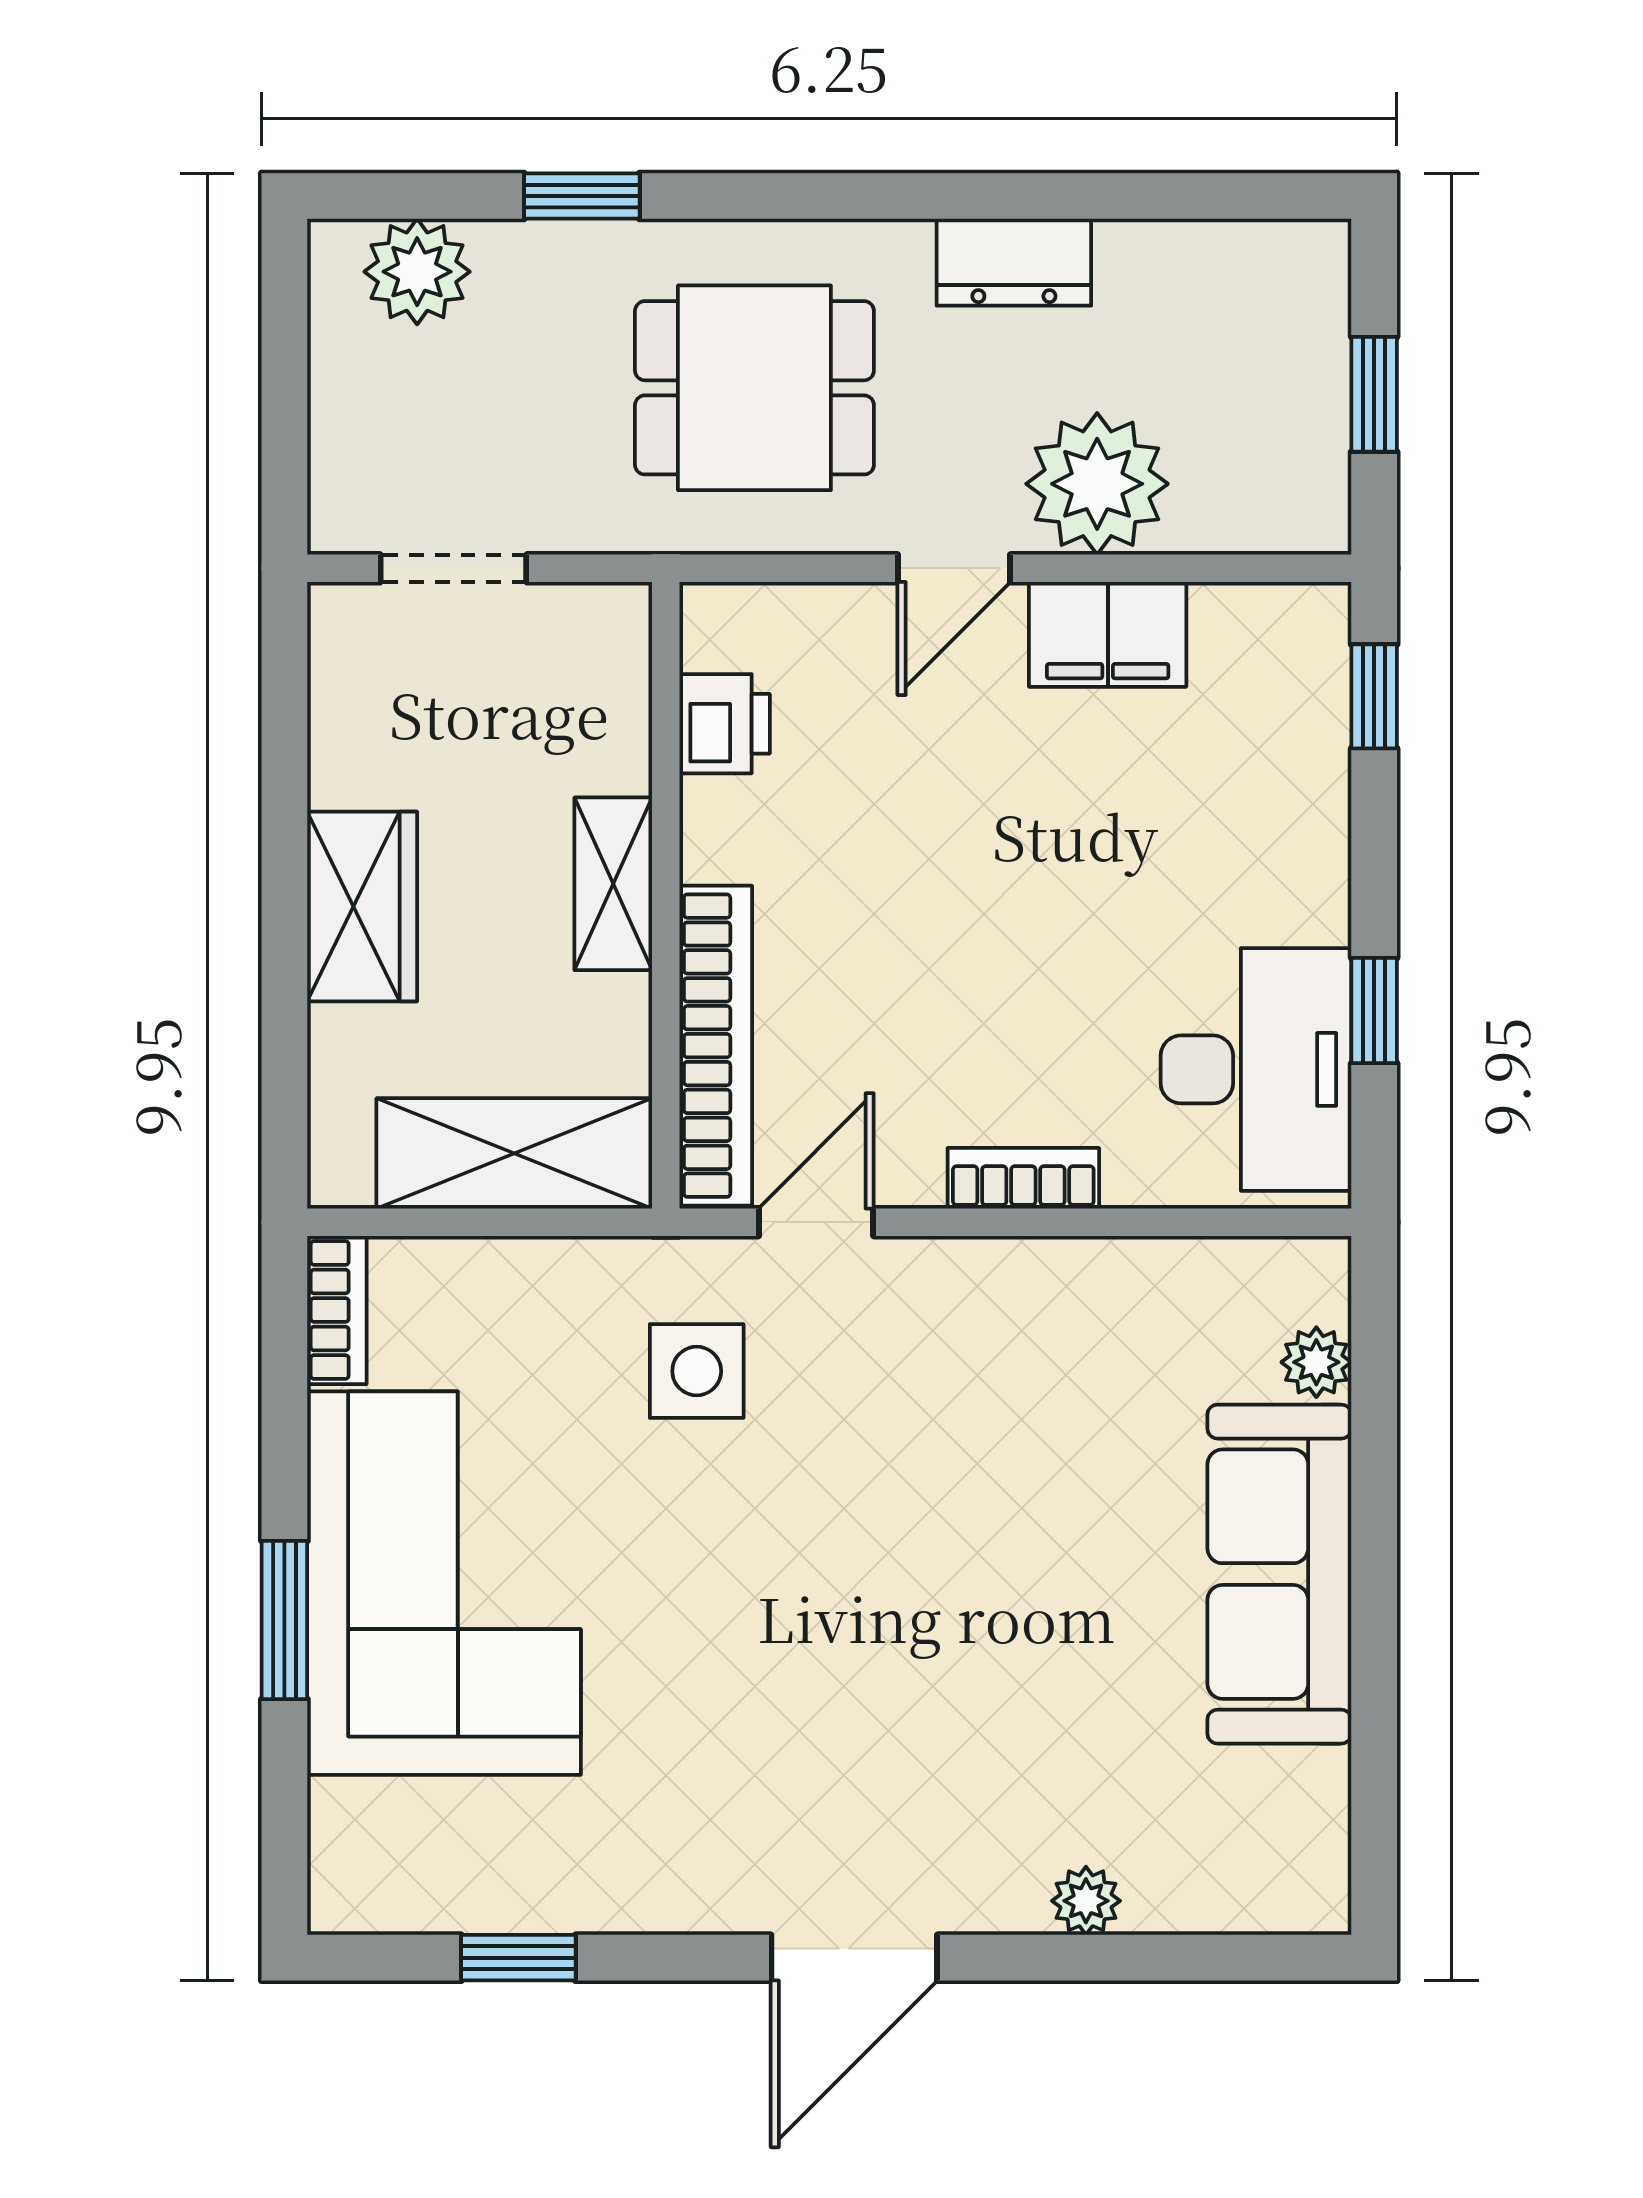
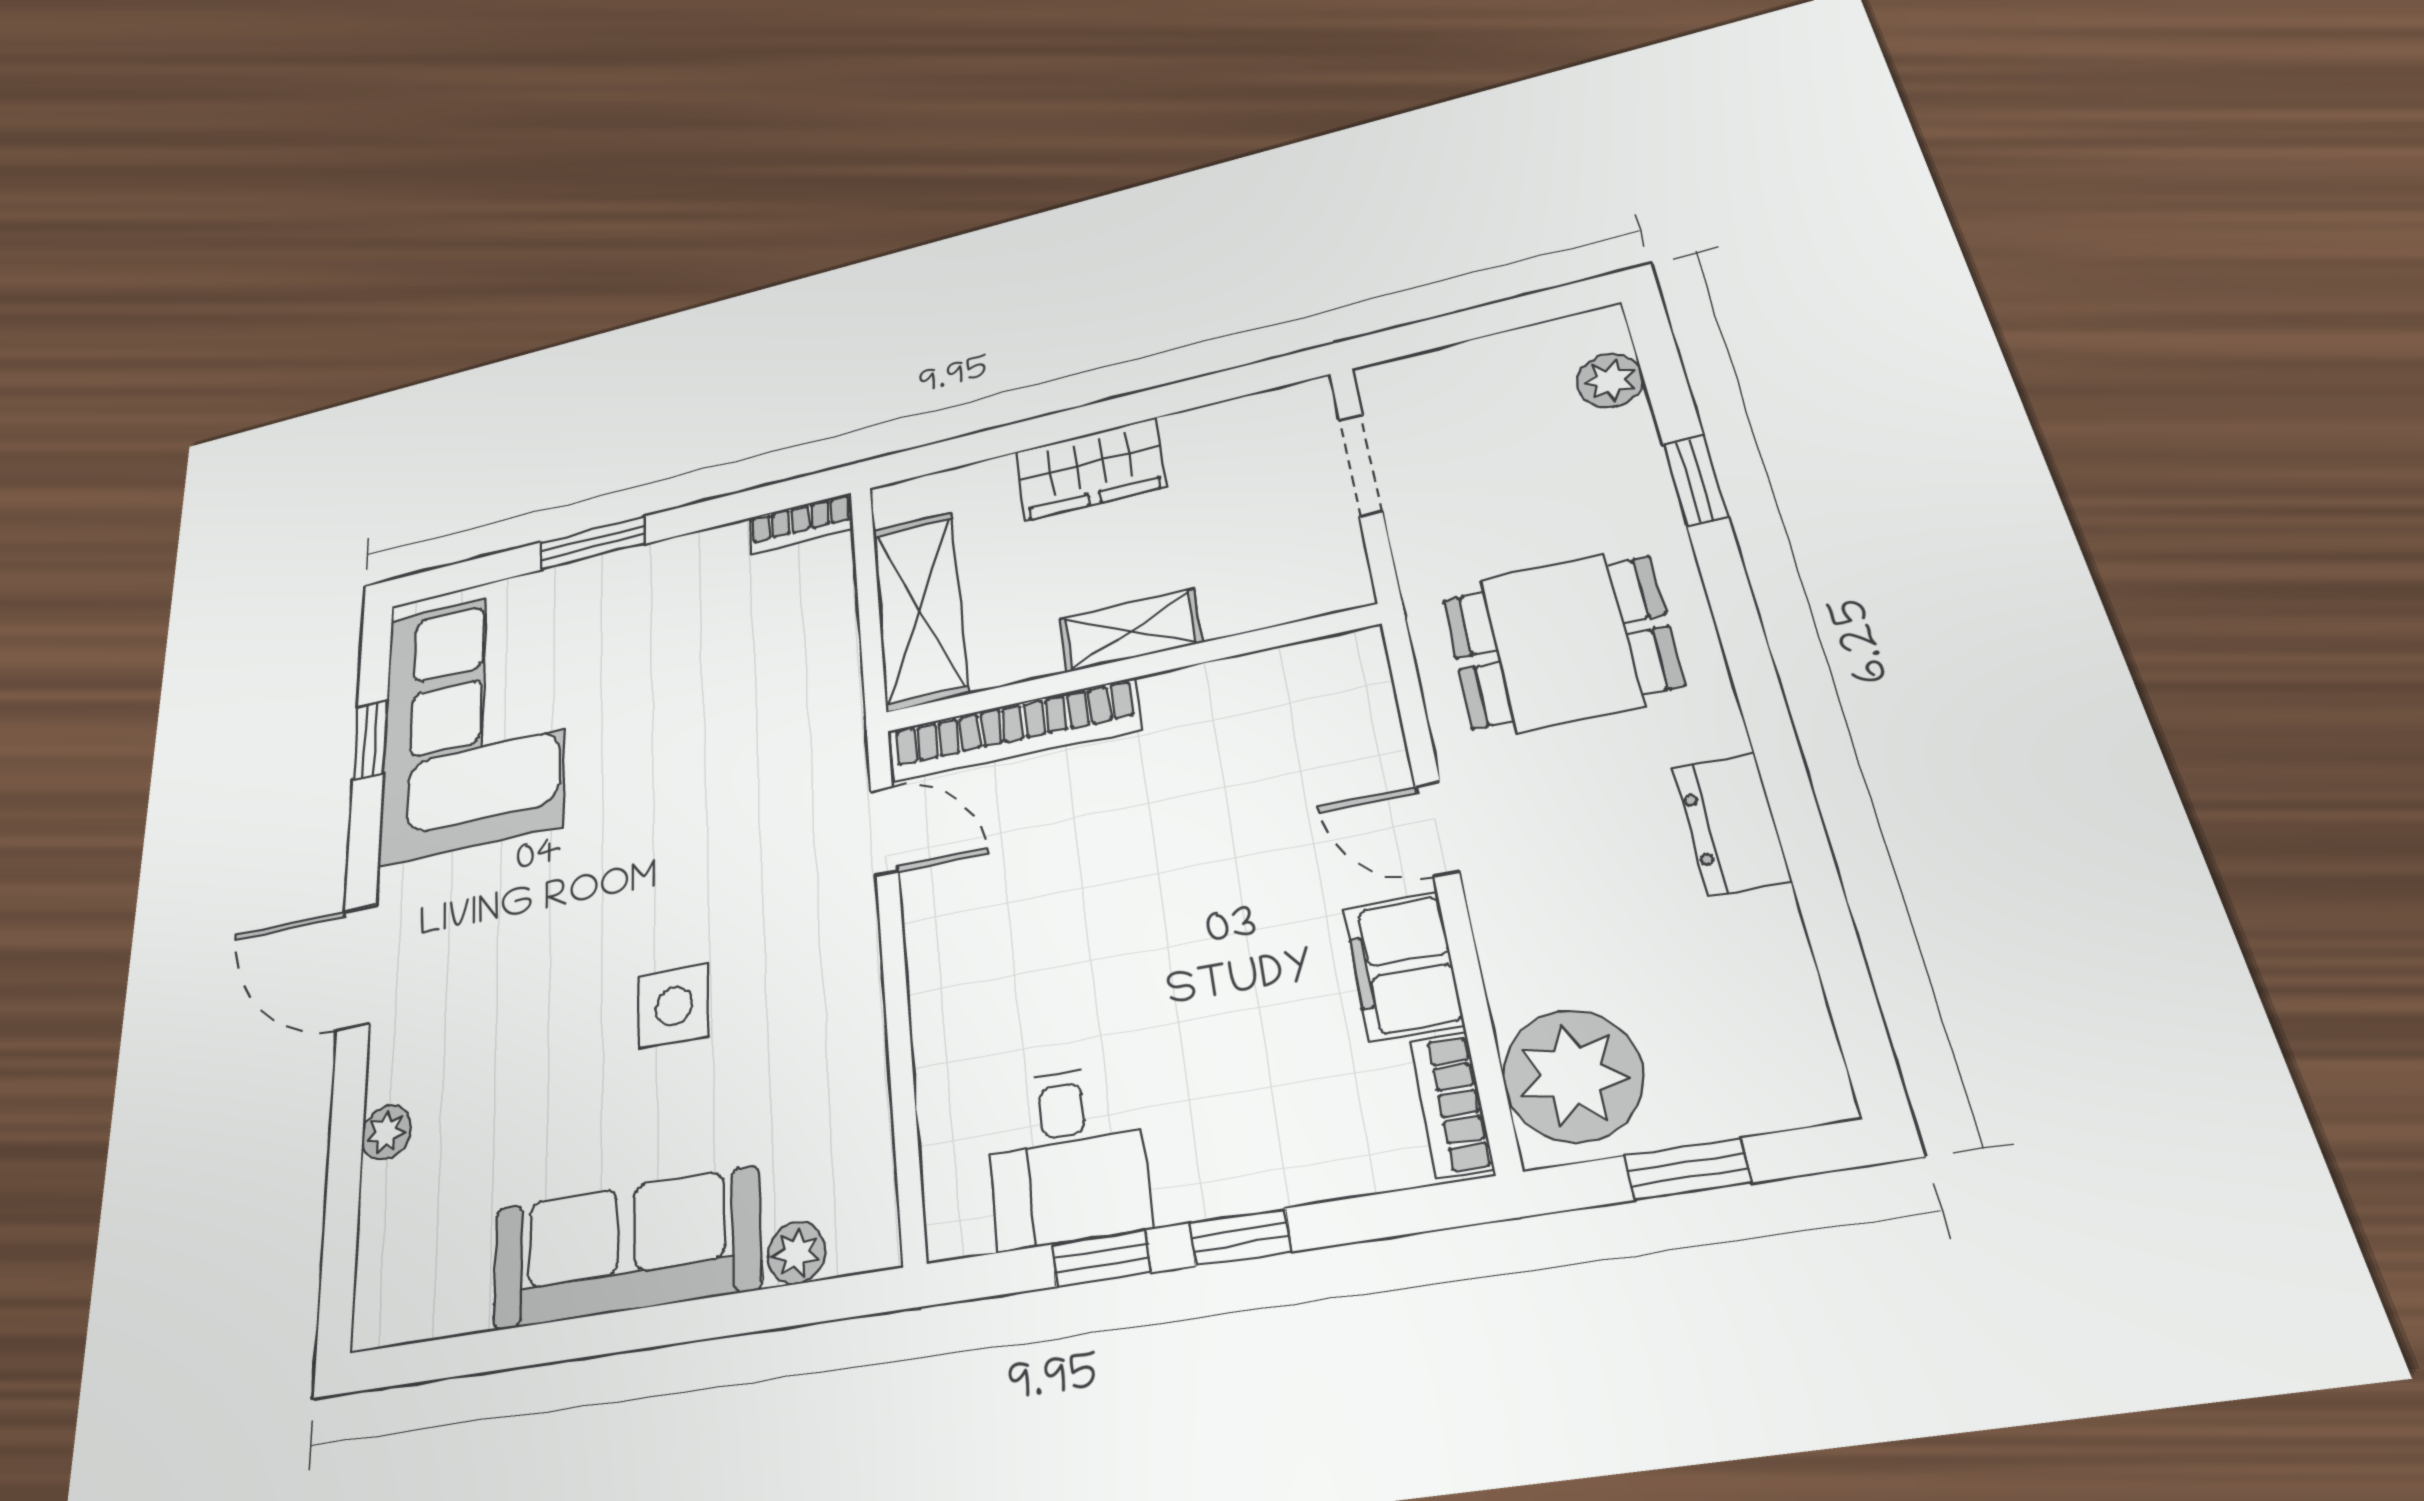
plant: (417, 272) -> (1610, 381), width x0.73, depth x0.73
dining table: (754, 388) -> (1561, 642), turned 90
plant: (1097, 484) -> (1573, 1076), moved
window: (1374, 696) -> (1240, 1237), moved
printer: (725, 724) -> (1271, 681), removed
desk: (1256, 1069) -> (1067, 1156), width x0.73
bookcase: (1023, 1178) -> (1452, 1105), moved, turned 180
side table: (697, 1371) -> (673, 1006), moved
corner sofa: (444, 1583) -> (473, 720), moved, turned -90

